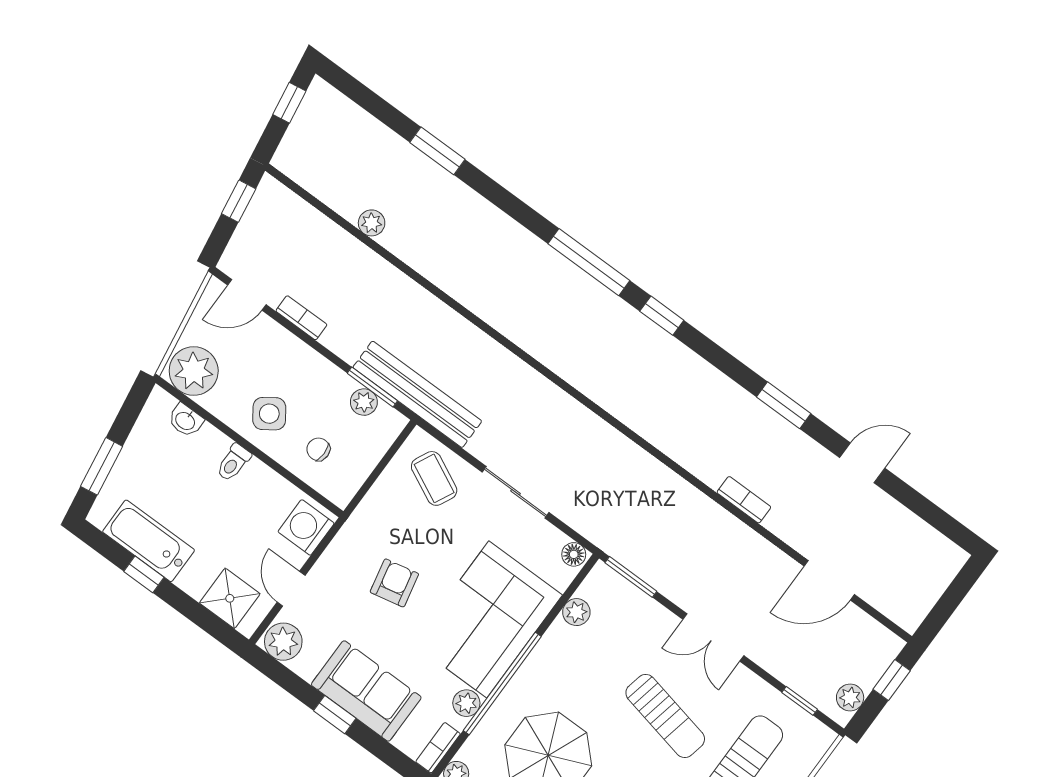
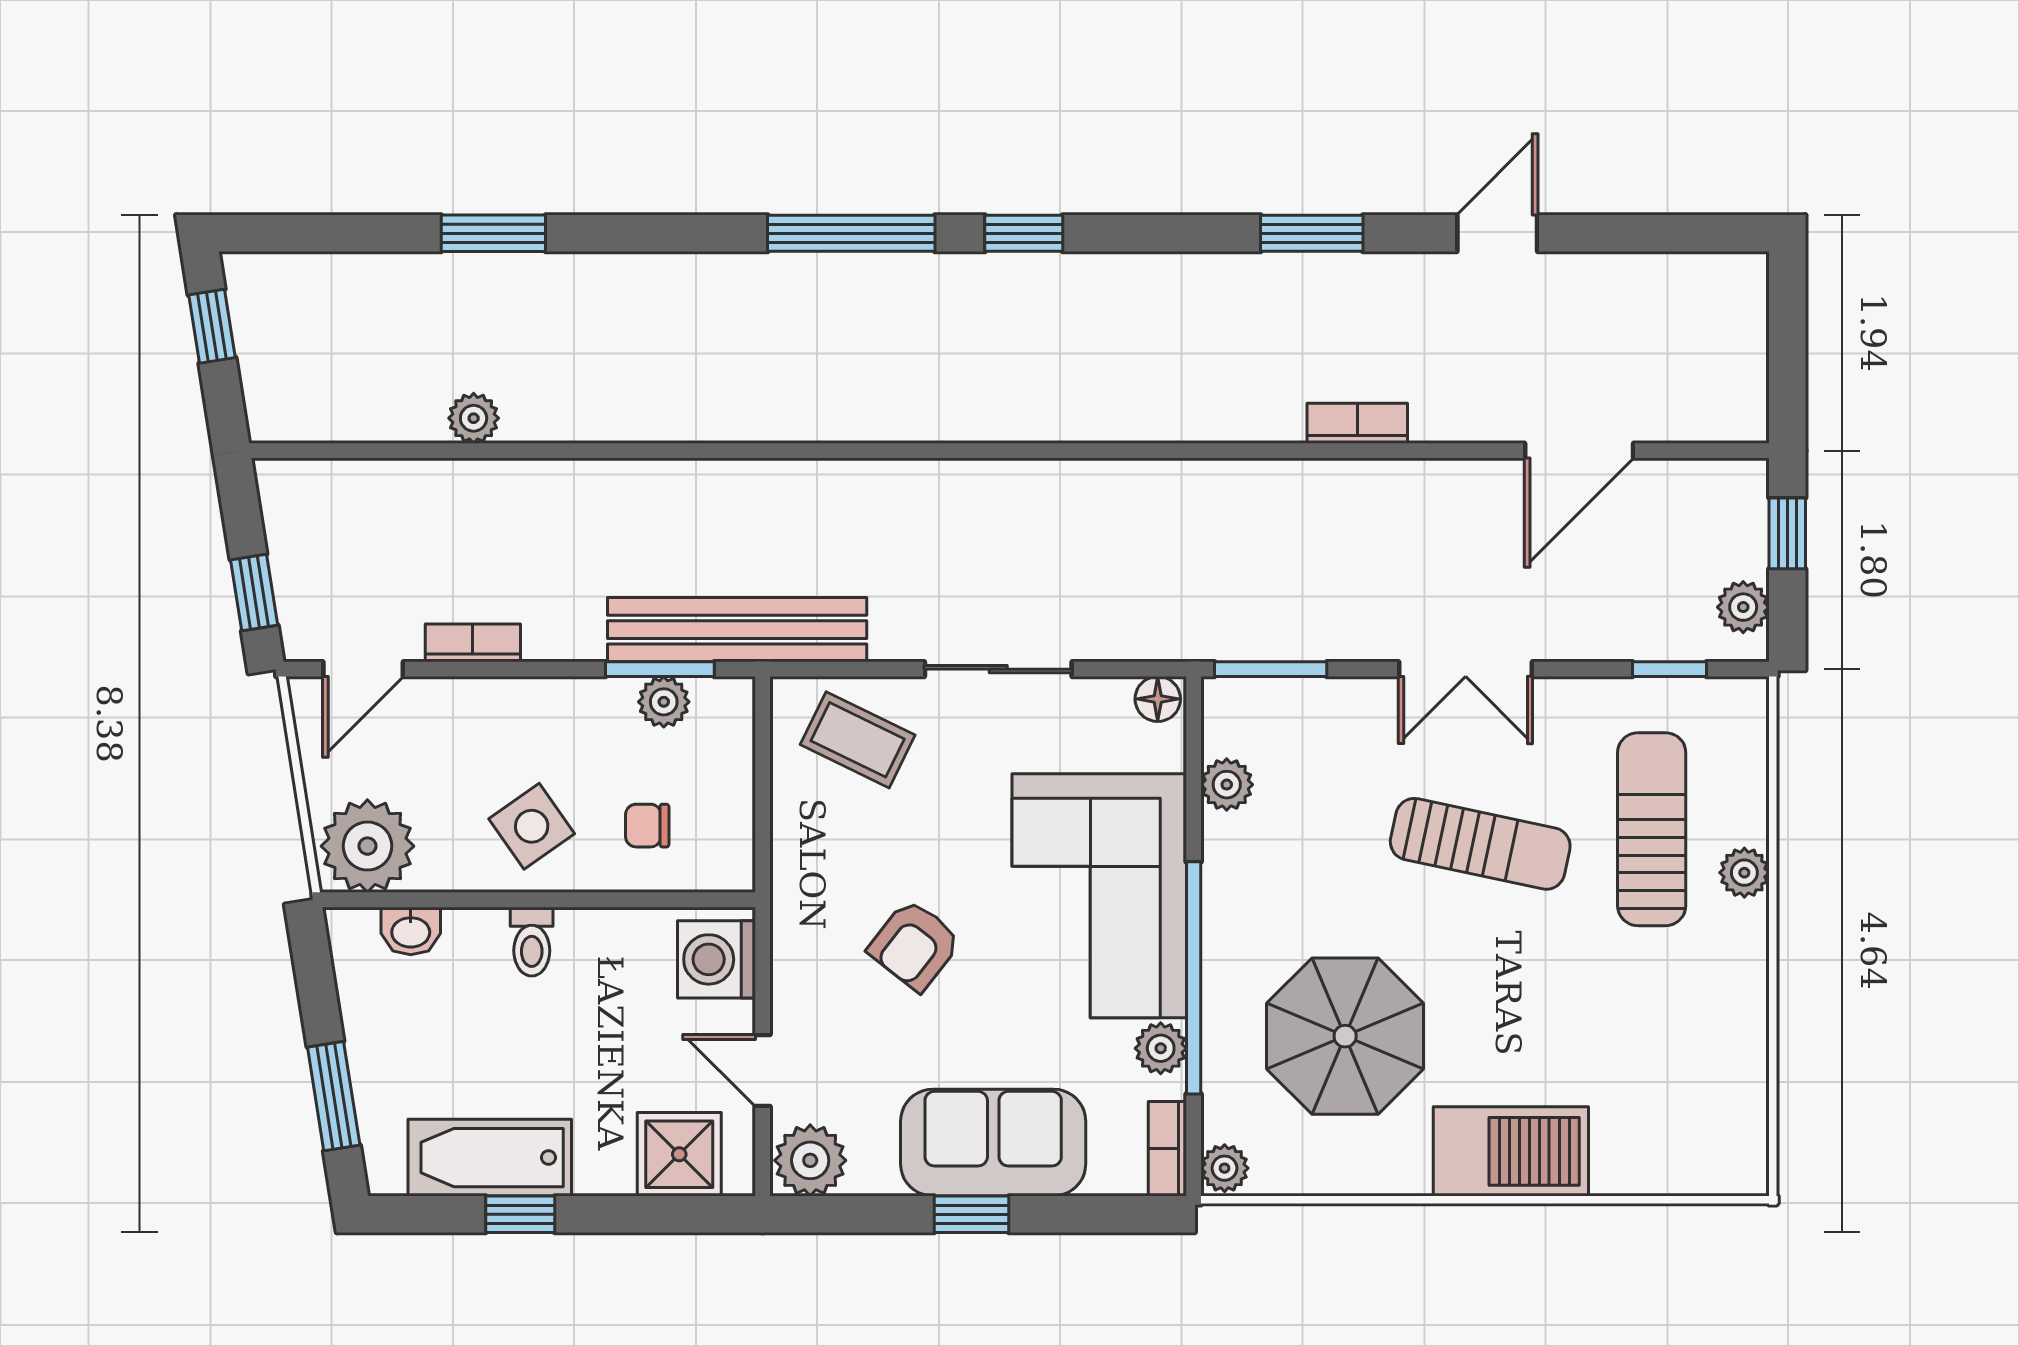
window: (239, 201) -> (254, 593), moved
armchair: (394, 583) -> (915, 945), turned -130

